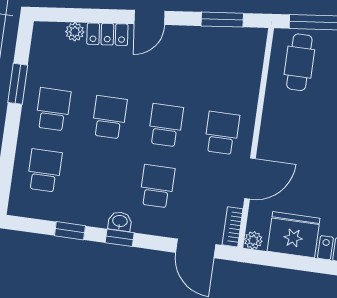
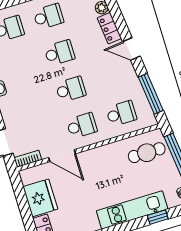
window: (222, 20) -> (151, 94), width x1.44
school desk: (157, 186) -> (121, 114), moved
plant: (253, 240) -> (26, 175), removed

